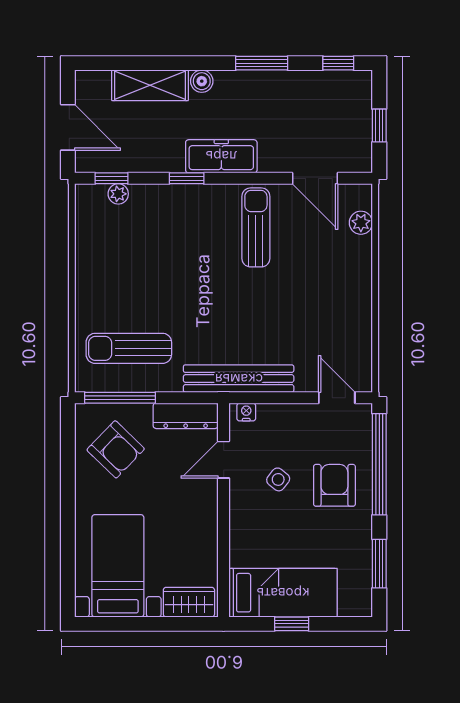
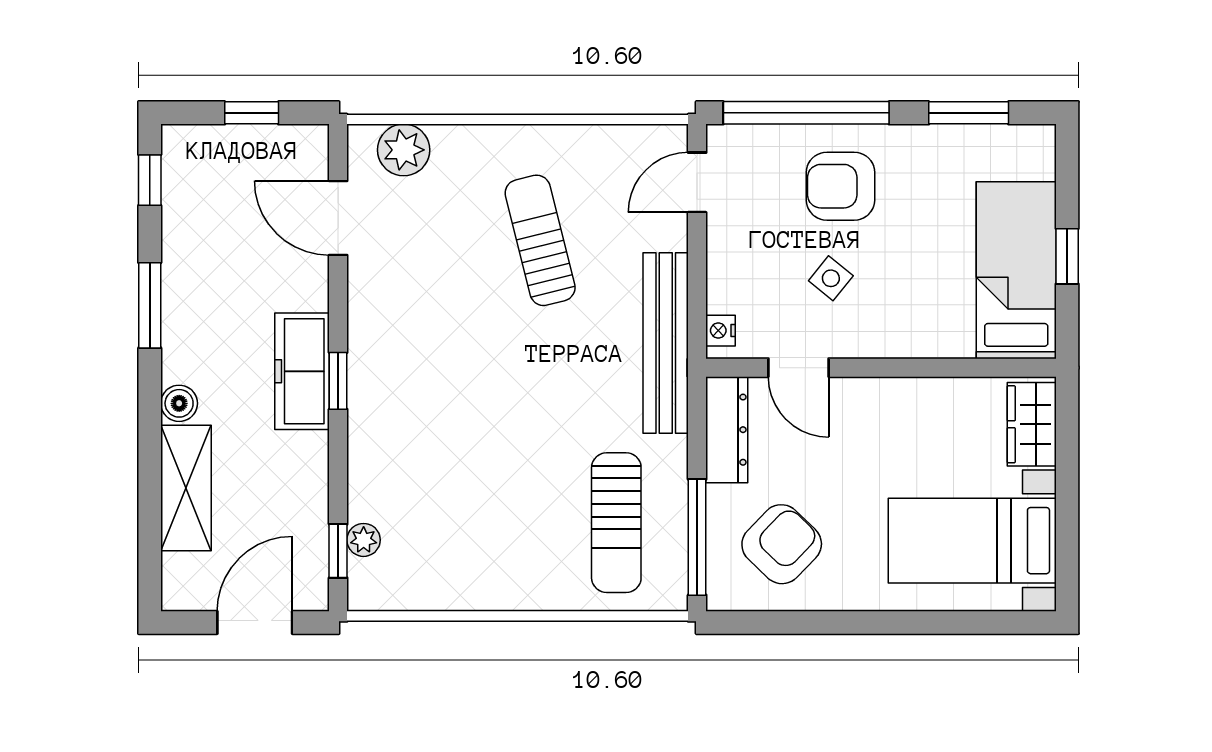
window: (187, 178) -> (338, 381), moved
door: (315, 178) -> (338, 218), swing flipped
plant: (361, 223) -> (404, 150), width x1.38, depth x1.38
sun lounger: (256, 227) -> (540, 240), moved, turned 76

